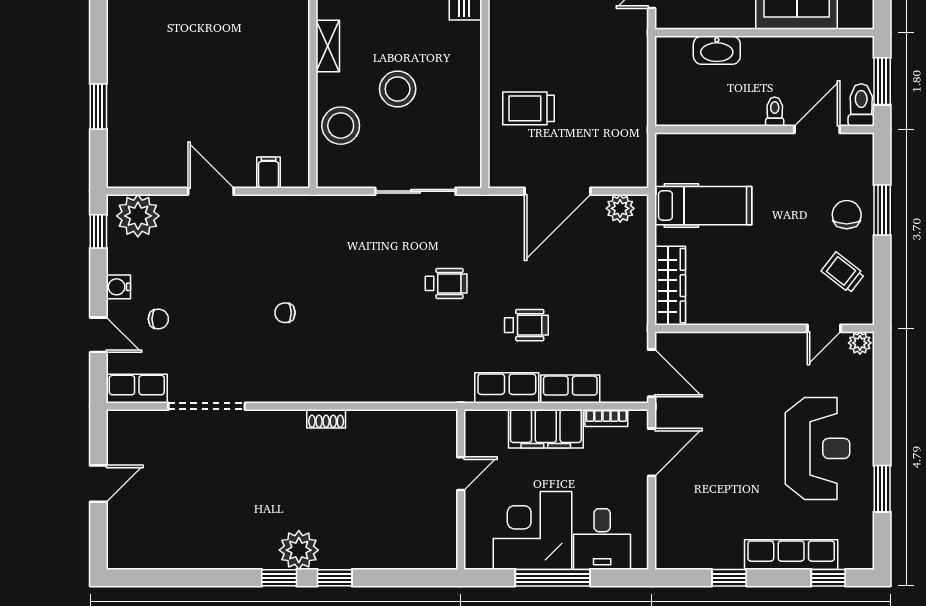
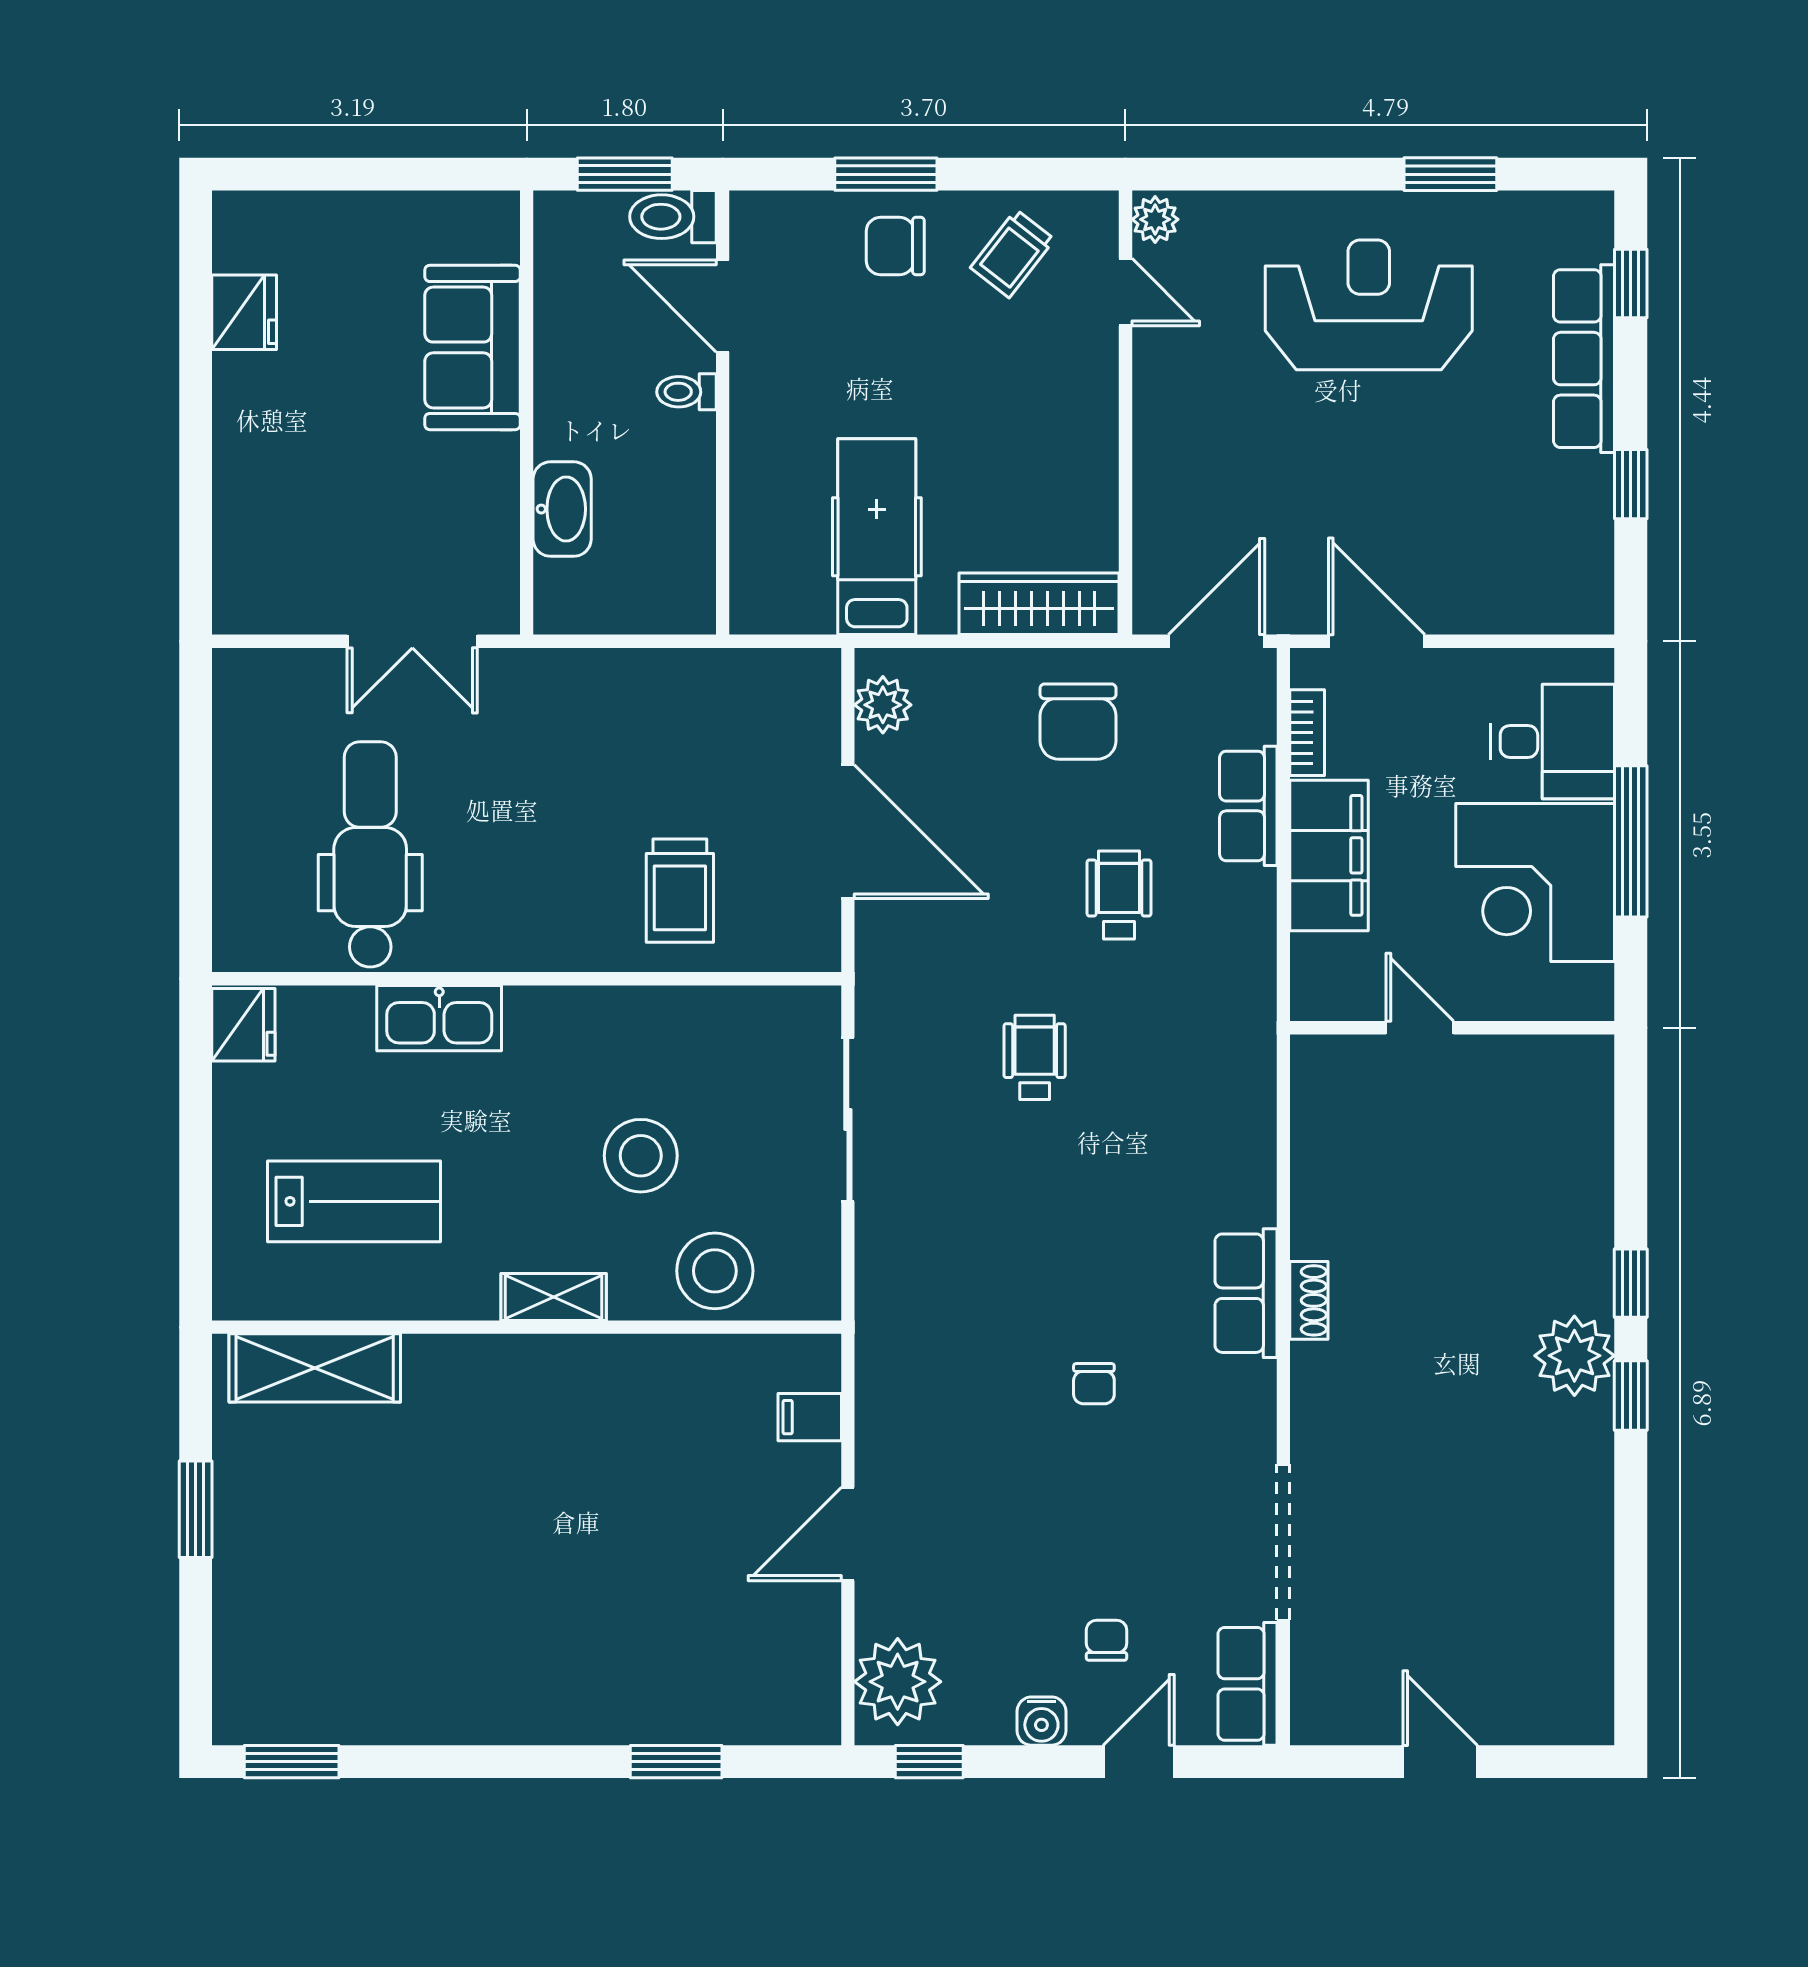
chair: (612, 305) -> (1078, 722), added
row of seats: (507, 388) -> (1246, 1293), moved

